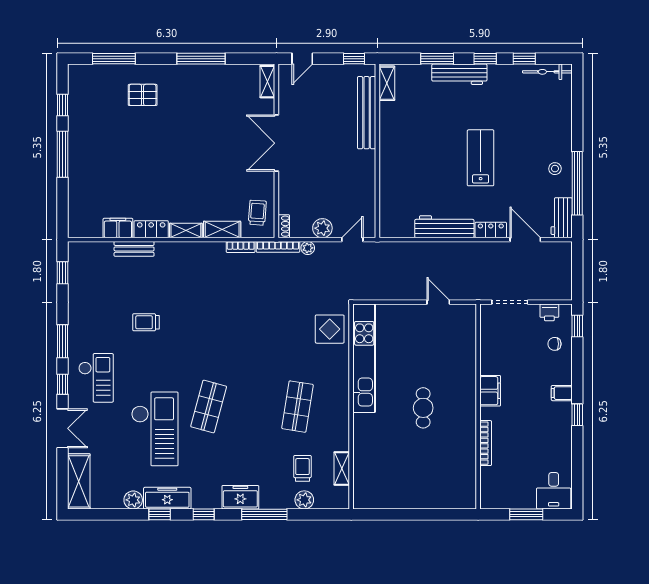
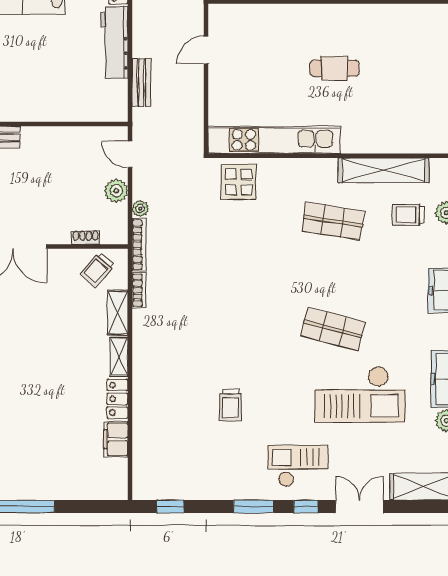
trolley: (257, 213) -> (97, 270), turned -53
shoe rack: (284, 226) -> (86, 238), moved
bench: (134, 249) -> (141, 83), moved
checkout: (155, 429) -> (360, 394), turned 180
shelving: (342, 468) -> (383, 170), width x2.20, depth x1.33

